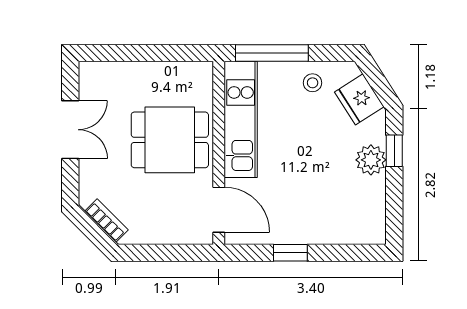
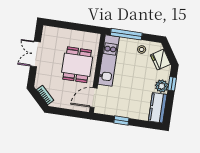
double door: (70, 130) -> (35, 54), swing flipped
dining table: (170, 140) -> (77, 65), turned 90
door: (219, 210) -> (94, 98), swing flipped
kitchen counter: (369, 211) -> (158, 108), added

